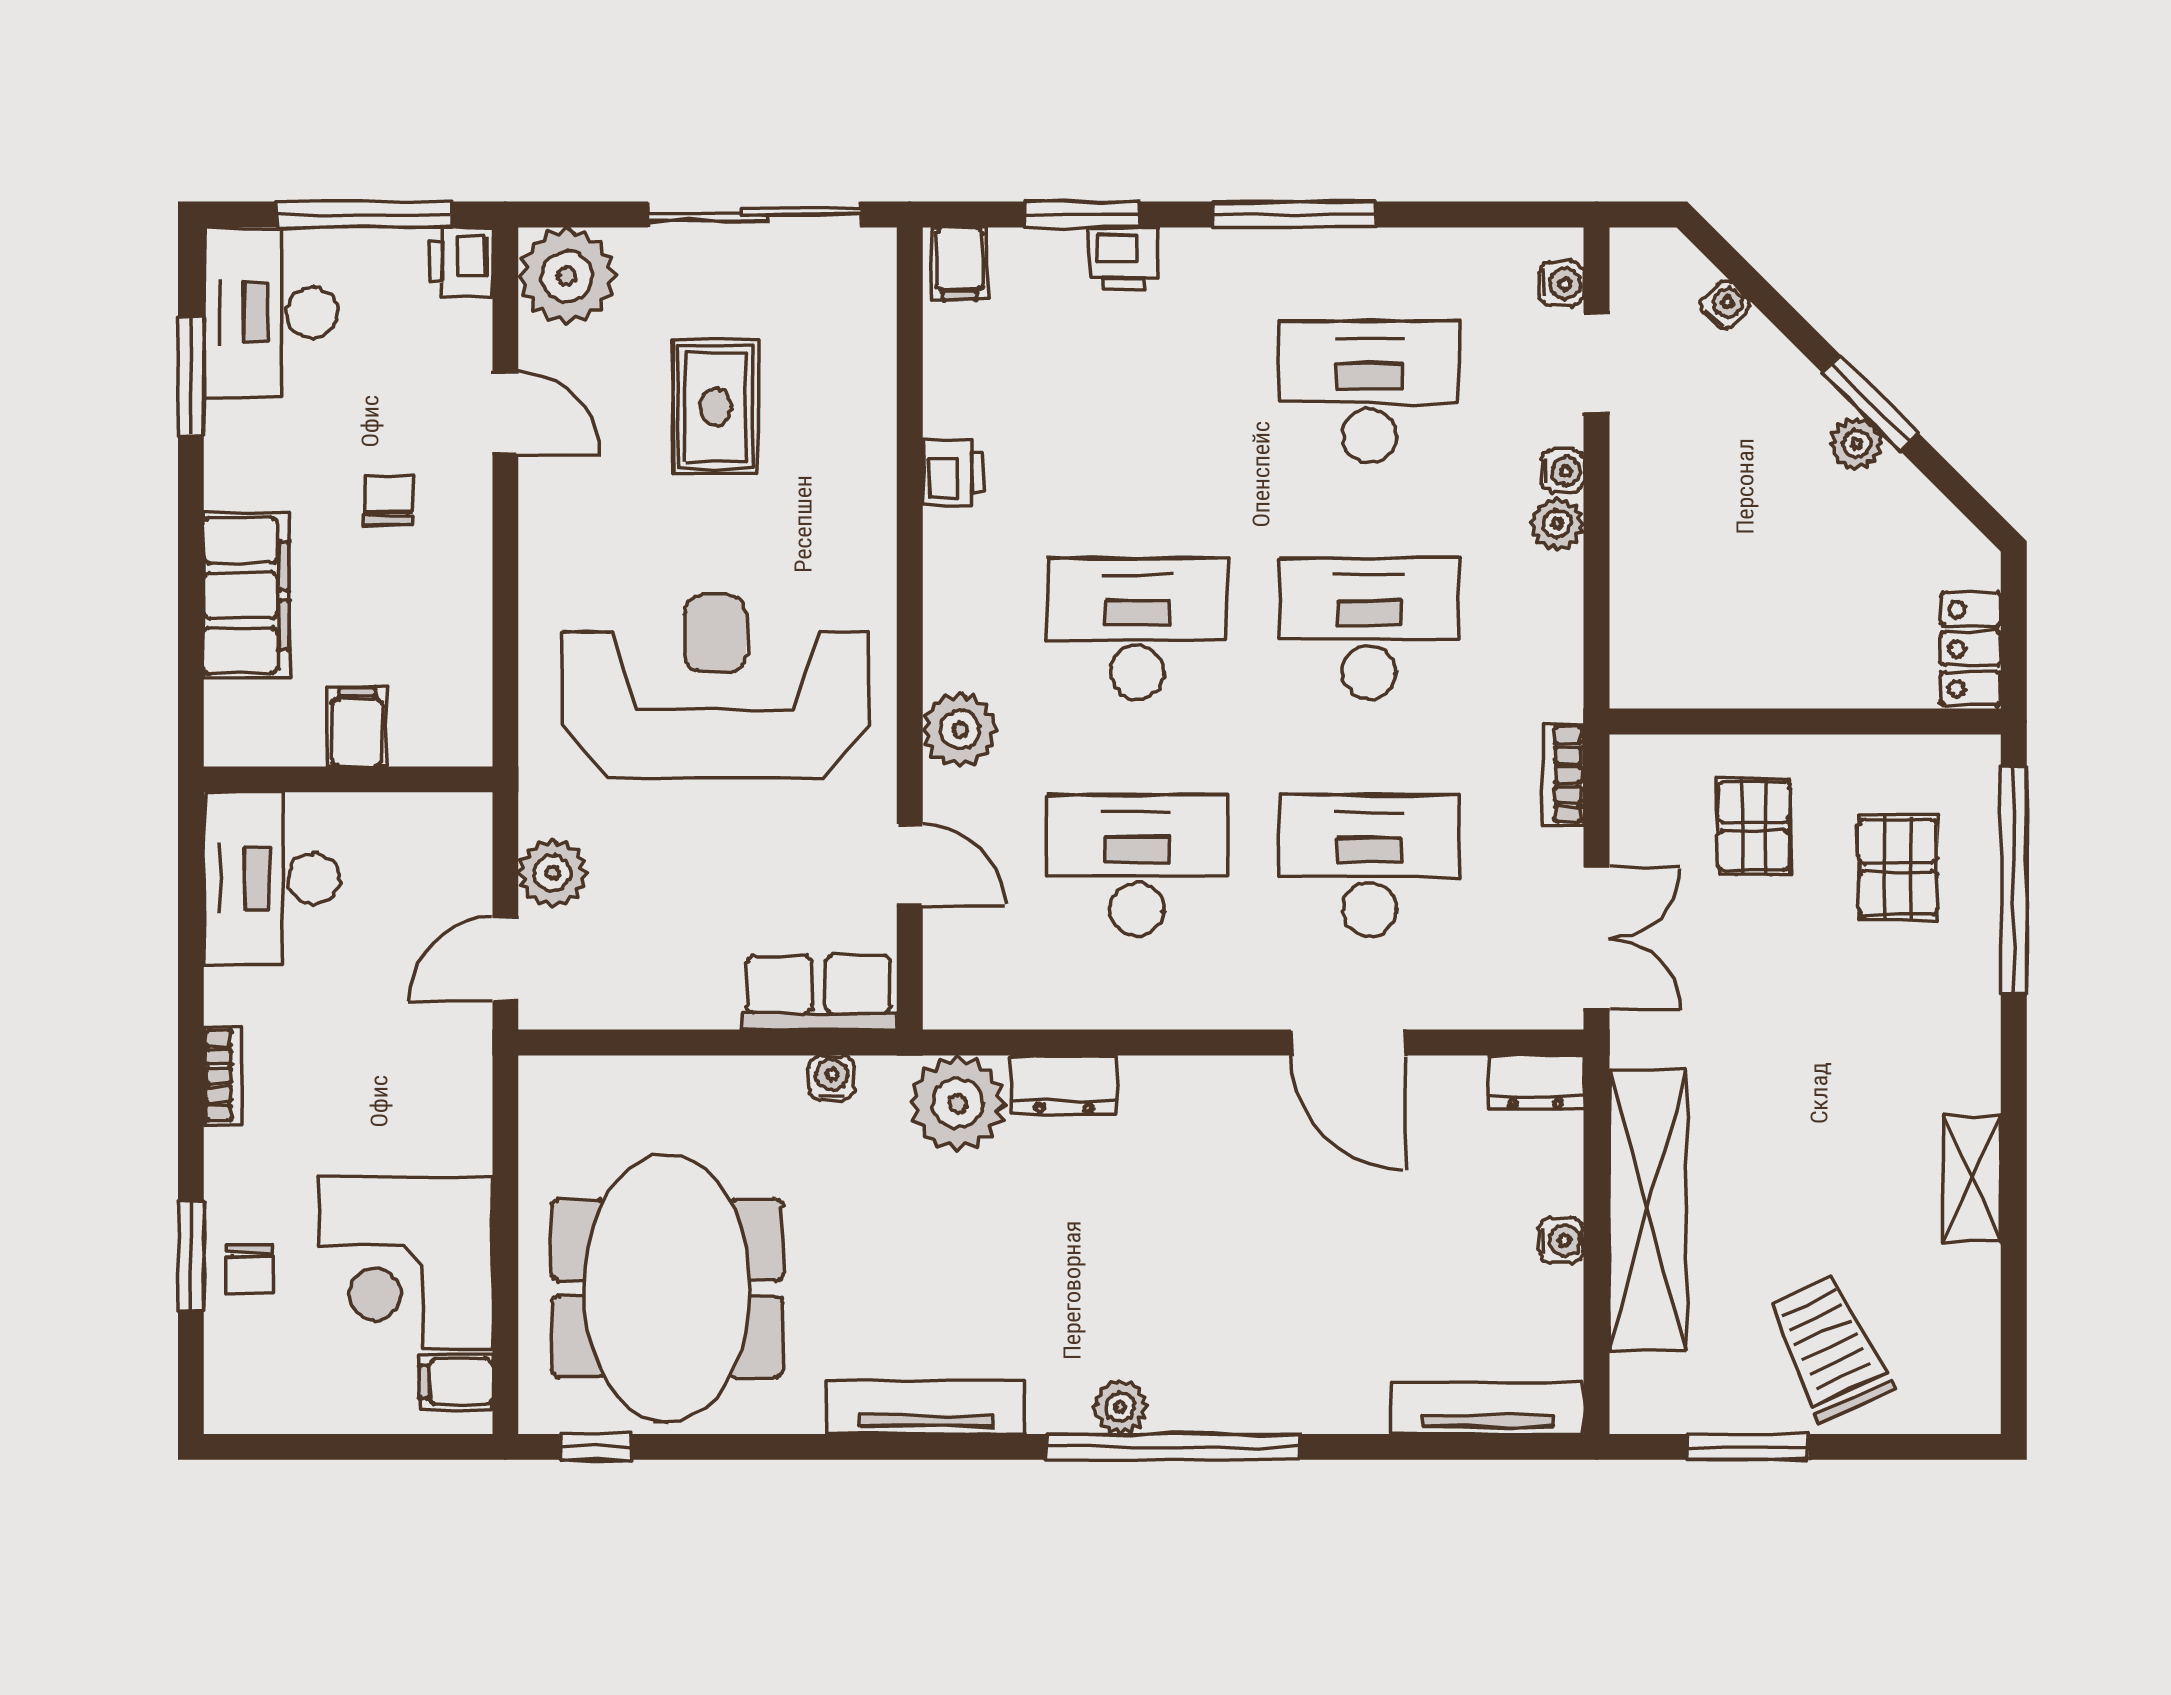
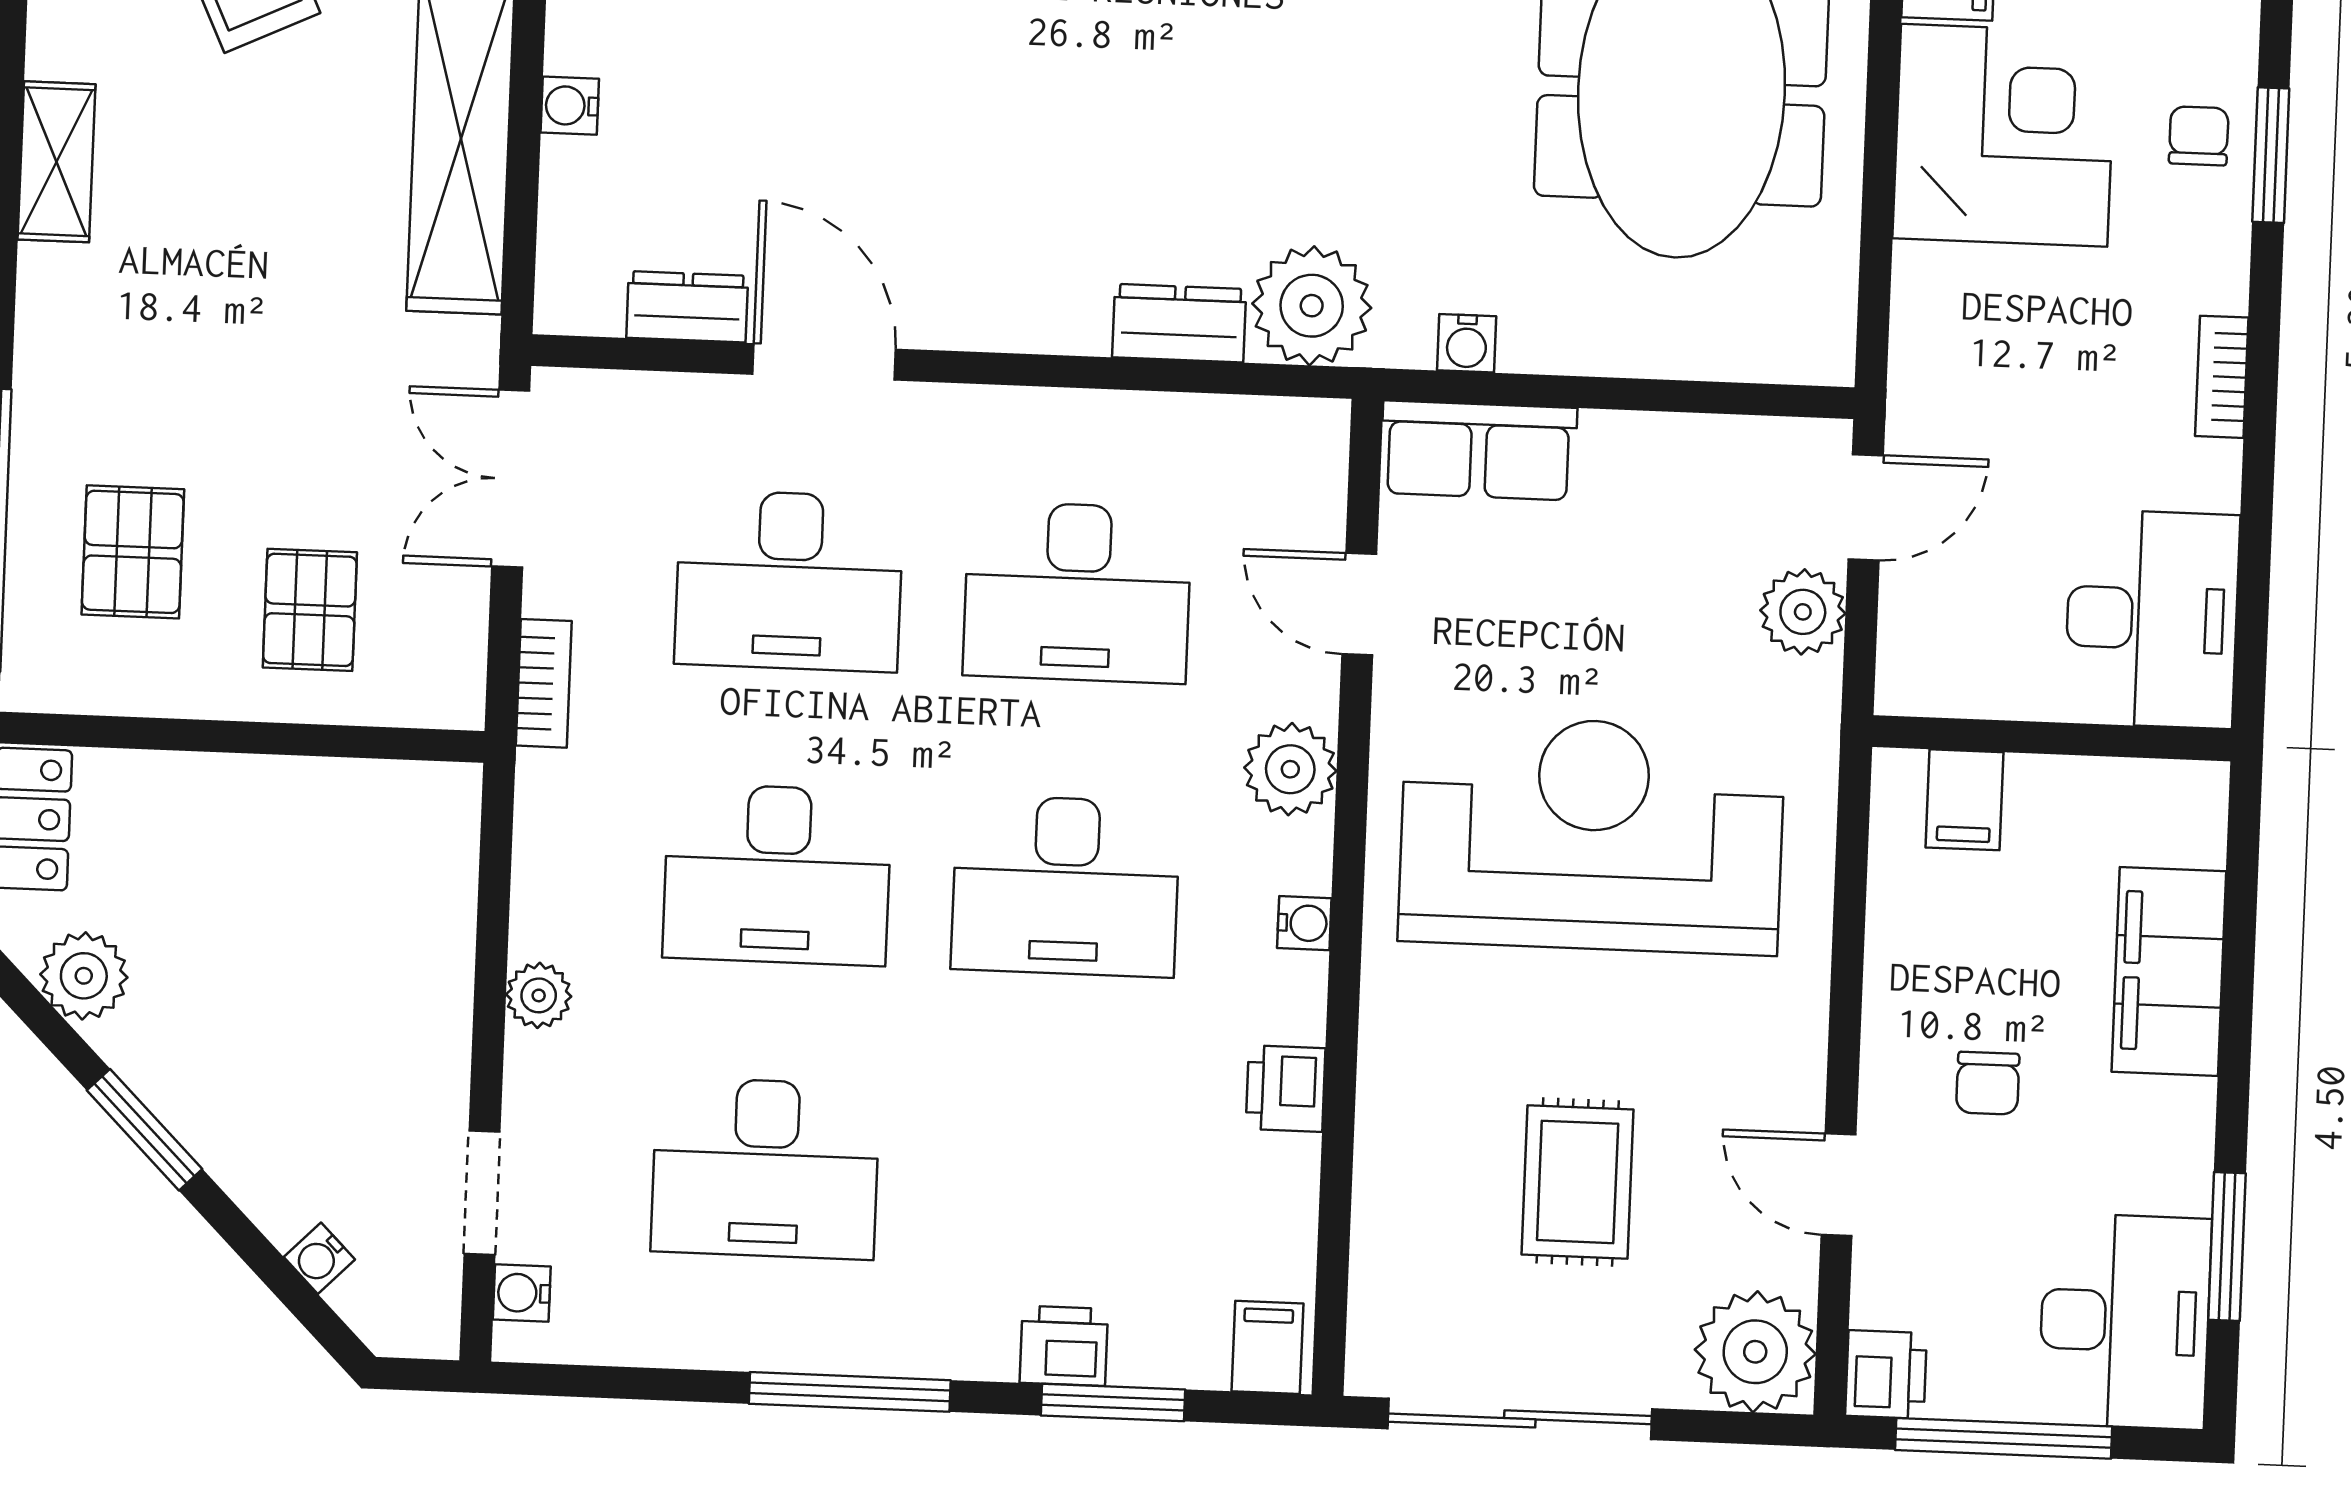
plant: (1857, 444) -> (84, 976), moved, width x1.38, depth x1.38
water cooler: (1563, 471) -> (1304, 923), moved, turned 180
reception desk: (715, 687) -> (1592, 835), turned 180
filing cabinet: (357, 727) -> (1965, 800), moved
dresser: (1536, 1082) -> (687, 307), moved

